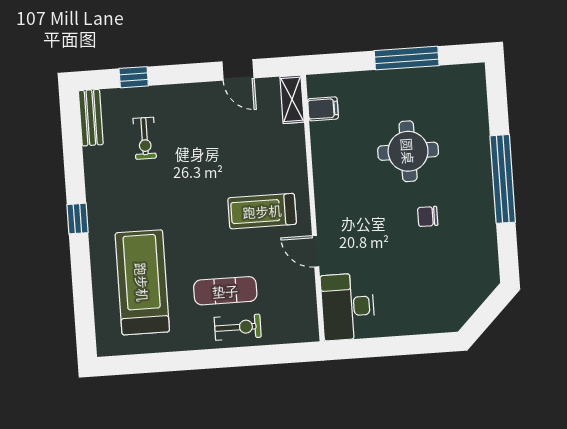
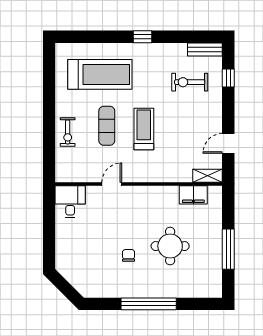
filing cabinet: (323, 109) -> (193, 195), width x2.00
exercise bike: (145, 138) -> (190, 82), width x1.38, depth x1.39
treadmill: (262, 211) -> (144, 129), moved
exercise mat: (225, 291) -> (107, 126), moved
desk: (348, 307) -> (70, 202), width x0.73

